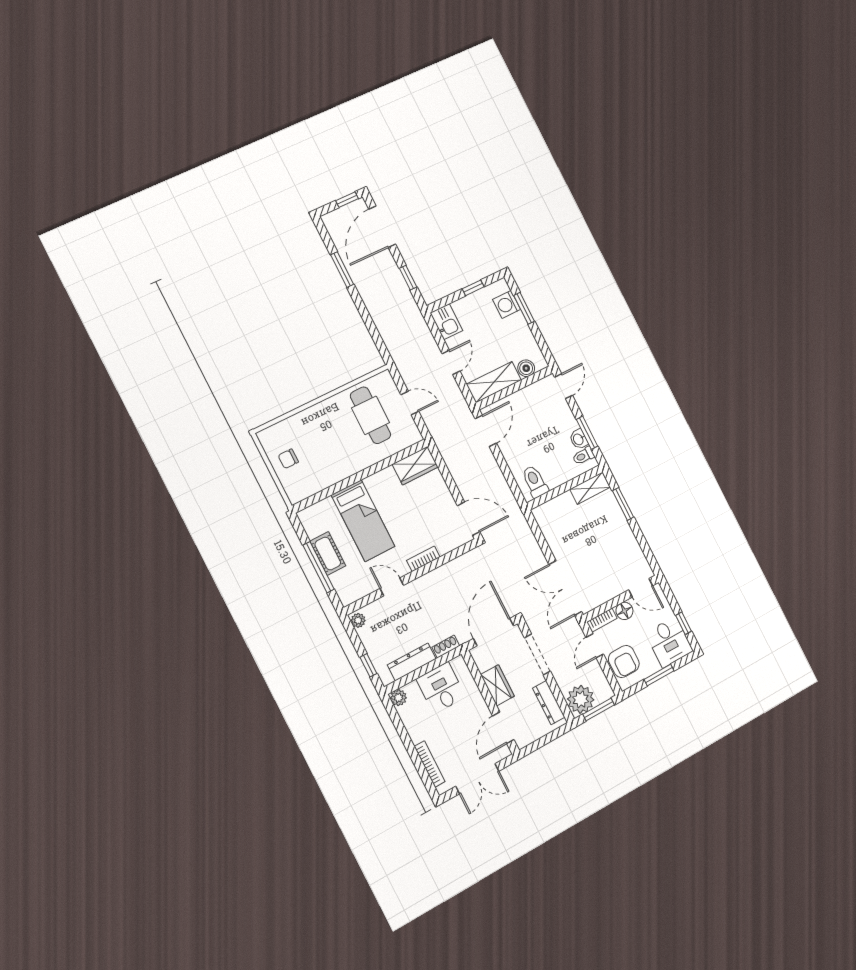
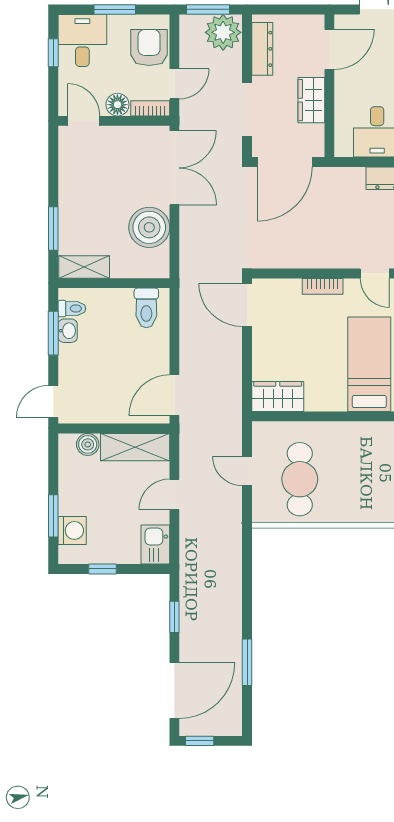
boiler: (561, 538) -> (149, 227), added
shoe rack: (446, 647) -> (348, 175), removed

